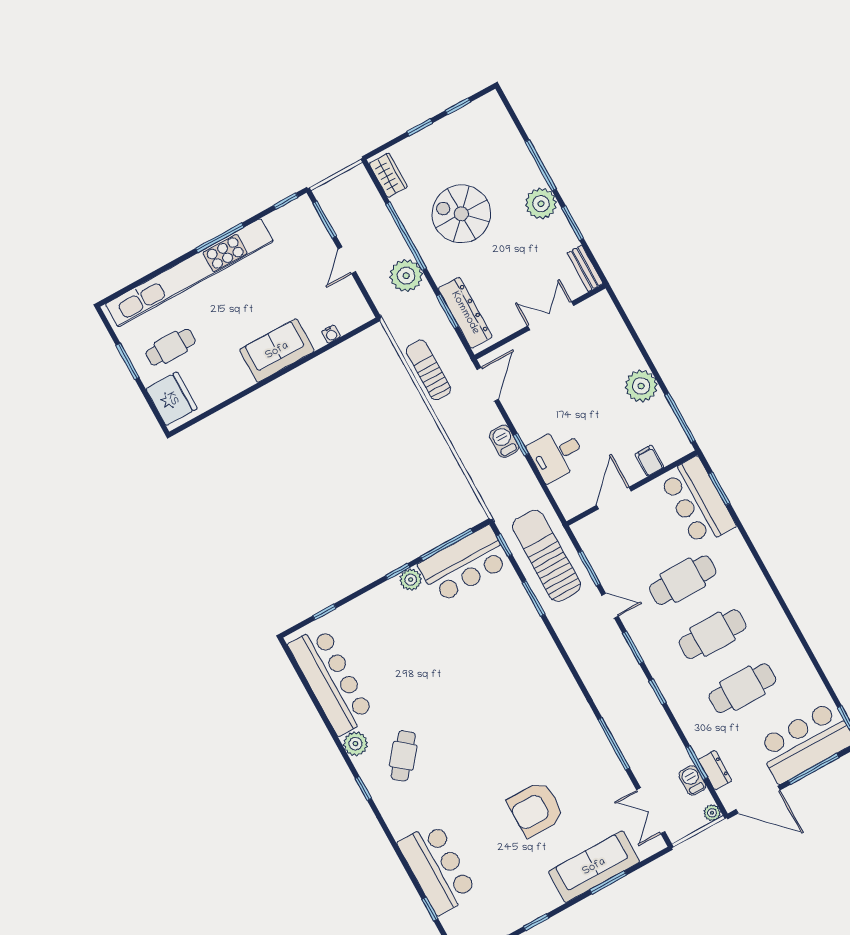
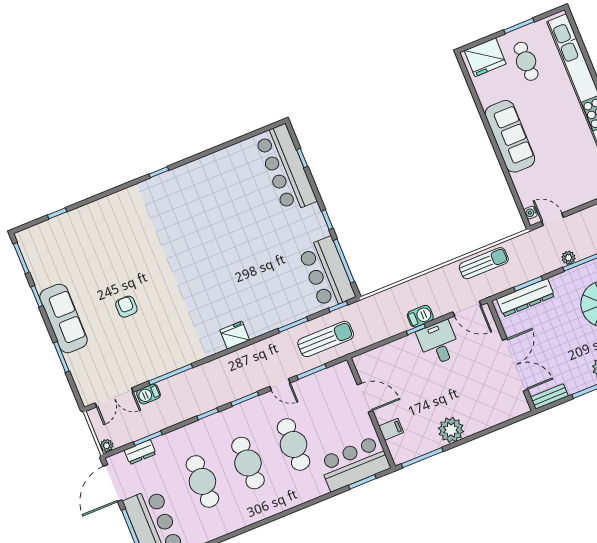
door: (347, 260) -> (553, 219), moved
plant: (406, 276) -> (568, 258), width x0.53, depth x0.53
double door: (551, 316) -> (515, 365), width x1.37
water cooler: (331, 334) -> (531, 213), moved
sofa: (277, 351) -> (510, 136), width x1.36
desk: (557, 454) -> (439, 343), moved
sun lounger: (546, 556) -> (326, 339), width x0.73, depth x0.75
plant: (411, 580) -> (320, 229), removed
door: (610, 606) -> (280, 385), hinge flipped
fridge: (555, 670) -> (235, 335), added
bar counter: (331, 680) -> (286, 169), moved, turned 90
plant: (355, 744) -> (195, 170), removed
cafe table: (403, 756) -> (181, 207), removed
barbecue: (692, 780) -> (148, 394), moved, turned 180
armchair: (536, 809) -> (126, 307), width x0.53, depth x0.53
double door: (651, 811) -> (114, 397), swing flipped
sofa: (594, 867) -> (64, 318), moved
bar counter: (437, 868) -> (89, 223), removed

